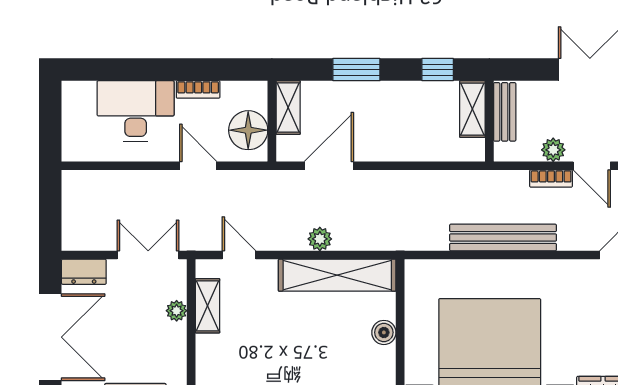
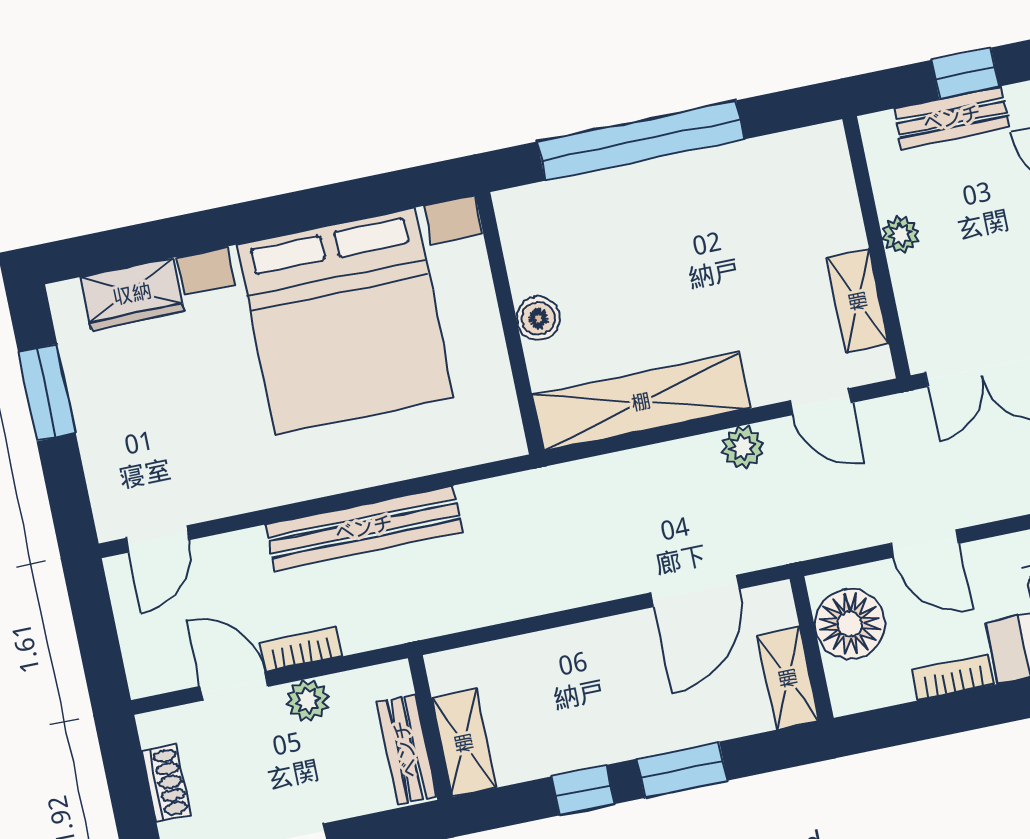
window: (438, 70) -> (583, 790), moved
plant: (320, 239) -> (743, 447), moved
plant: (177, 311) -> (901, 235), moved

